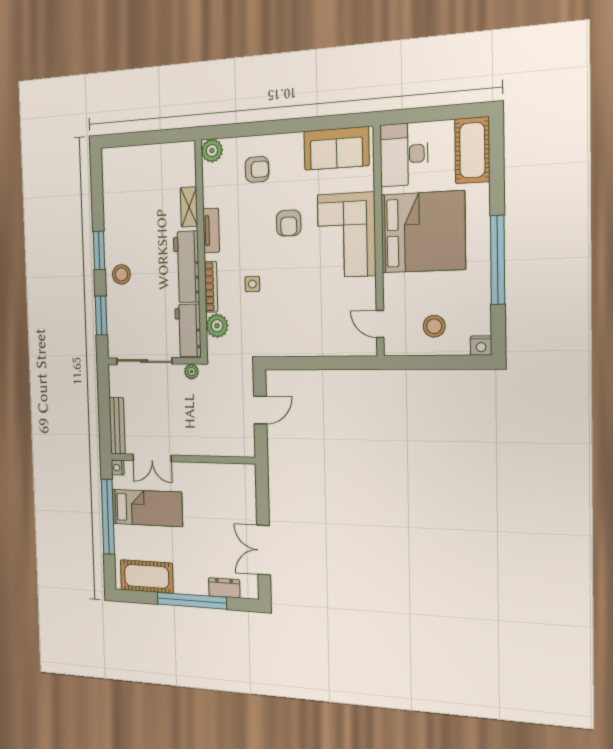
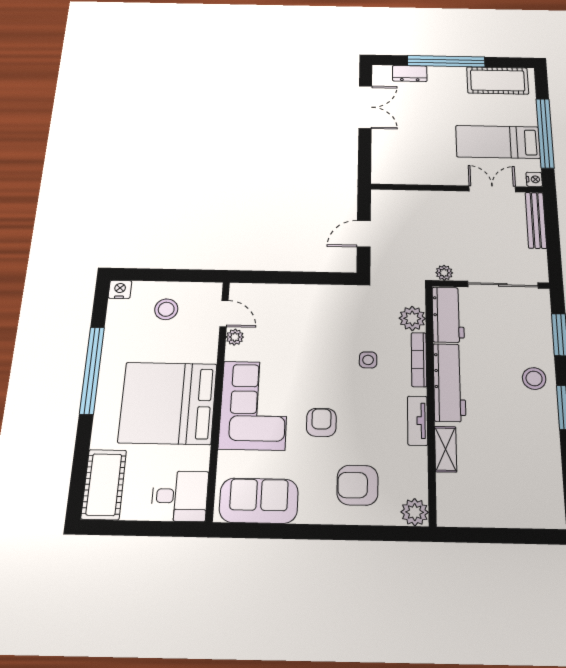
desk: (404, 154) -> (180, 496), width x0.73
armchair: (257, 169) -> (358, 485), width x1.38, depth x1.38
plant: (368, 300) -> (235, 337), added

